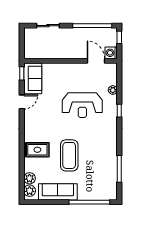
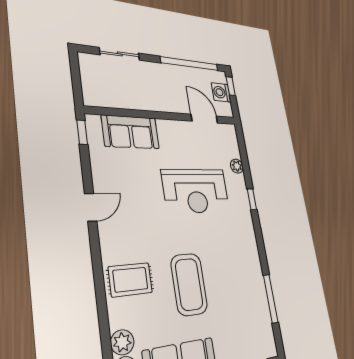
washing machine: (111, 53) -> (221, 92), moved
sofa: (33, 78) -> (131, 132), moved, turned 90
door: (22, 102) -> (91, 207), moved

